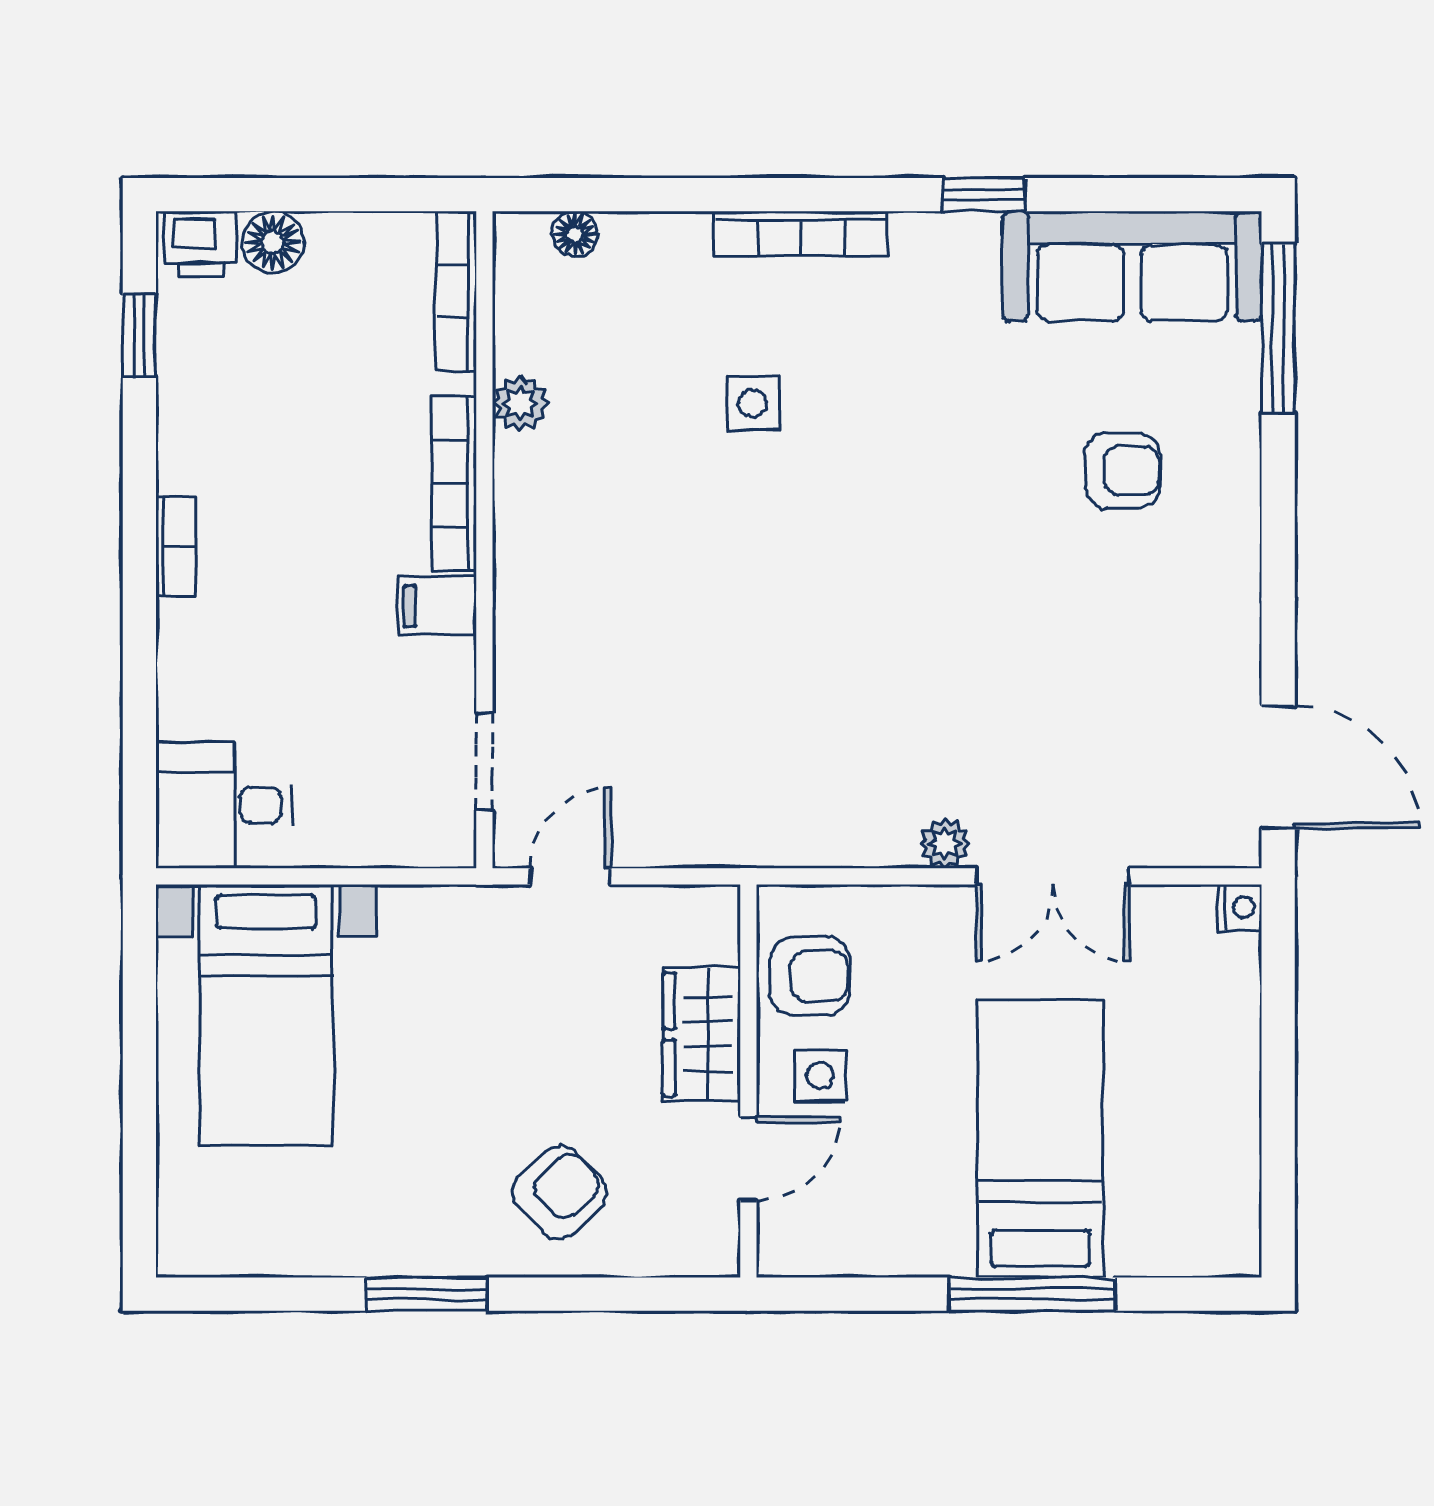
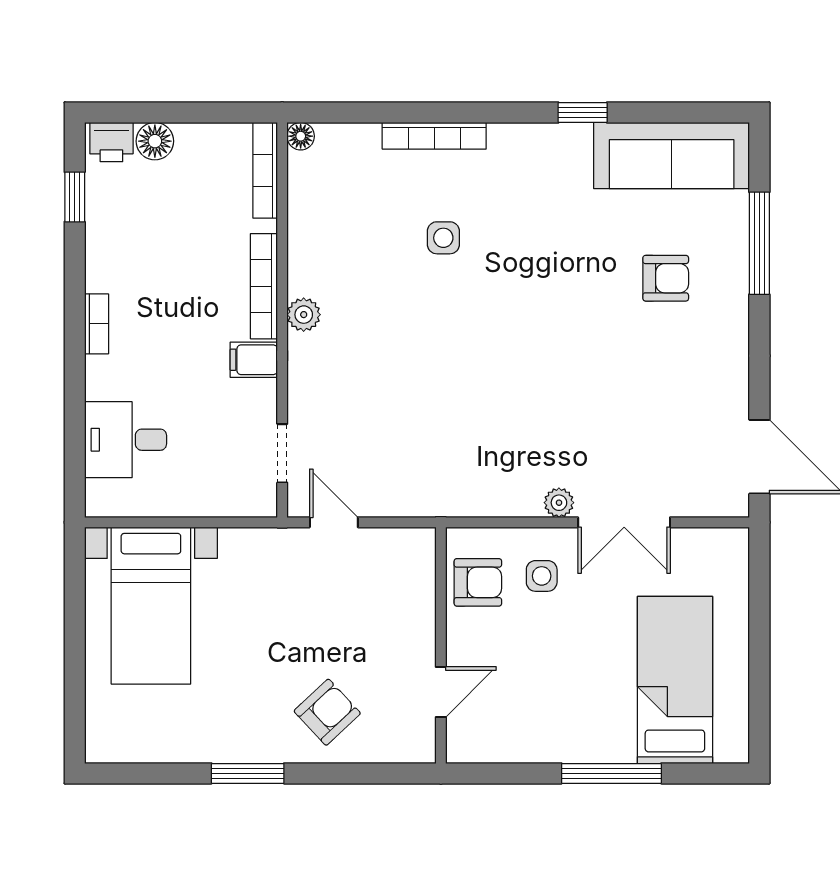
bookcase: (801, 233) -> (434, 136), moved
floor lamp: (575, 234) -> (301, 136), moved
window: (1278, 328) -> (759, 243), moved
plant: (520, 403) -> (304, 315), moved
desk: (224, 805) -> (126, 440), moved
door: (570, 876) -> (334, 522), hinge flipped
nightstand: (1240, 907) -> (736, 541), removed
wardrobe: (702, 1034) -> (413, 617), removed
side table: (820, 1075) -> (542, 576), moved
bed: (1040, 1139) -> (675, 680), moved

